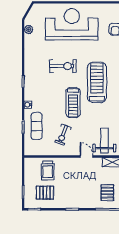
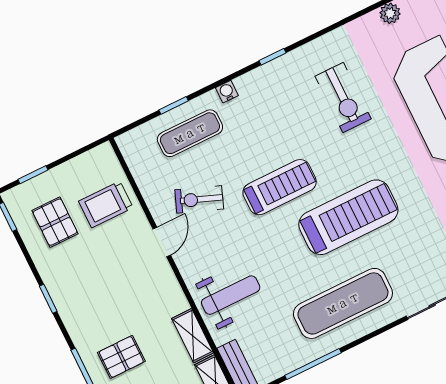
exercise bike: (63, 66) -> (343, 98), moved
treadmill: (73, 103) -> (280, 187), turned 180
door: (87, 156) -> (162, 242), moved

